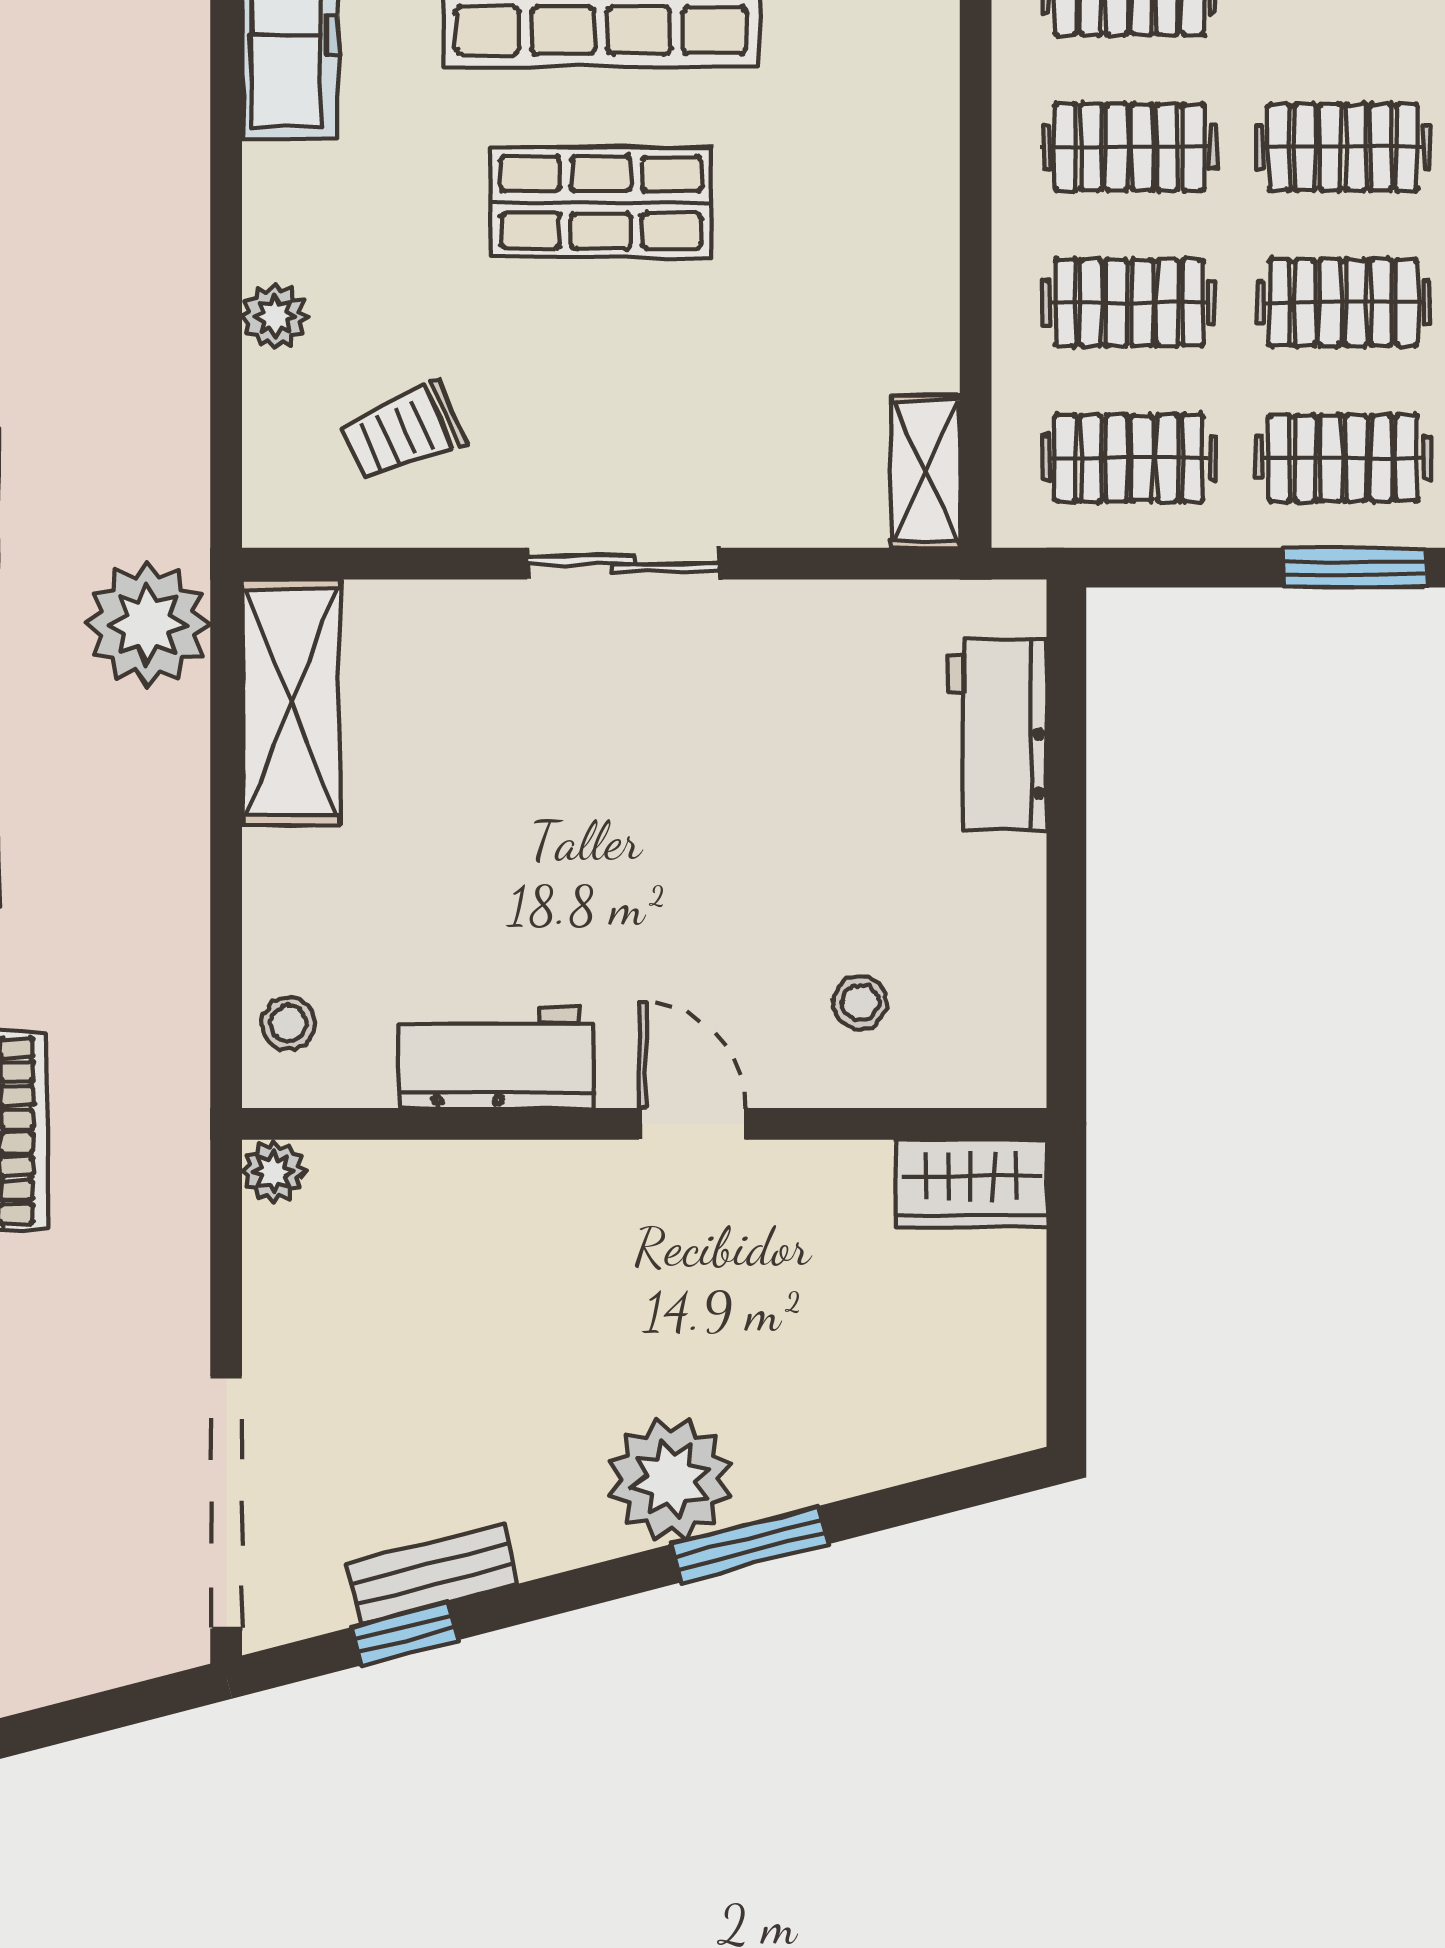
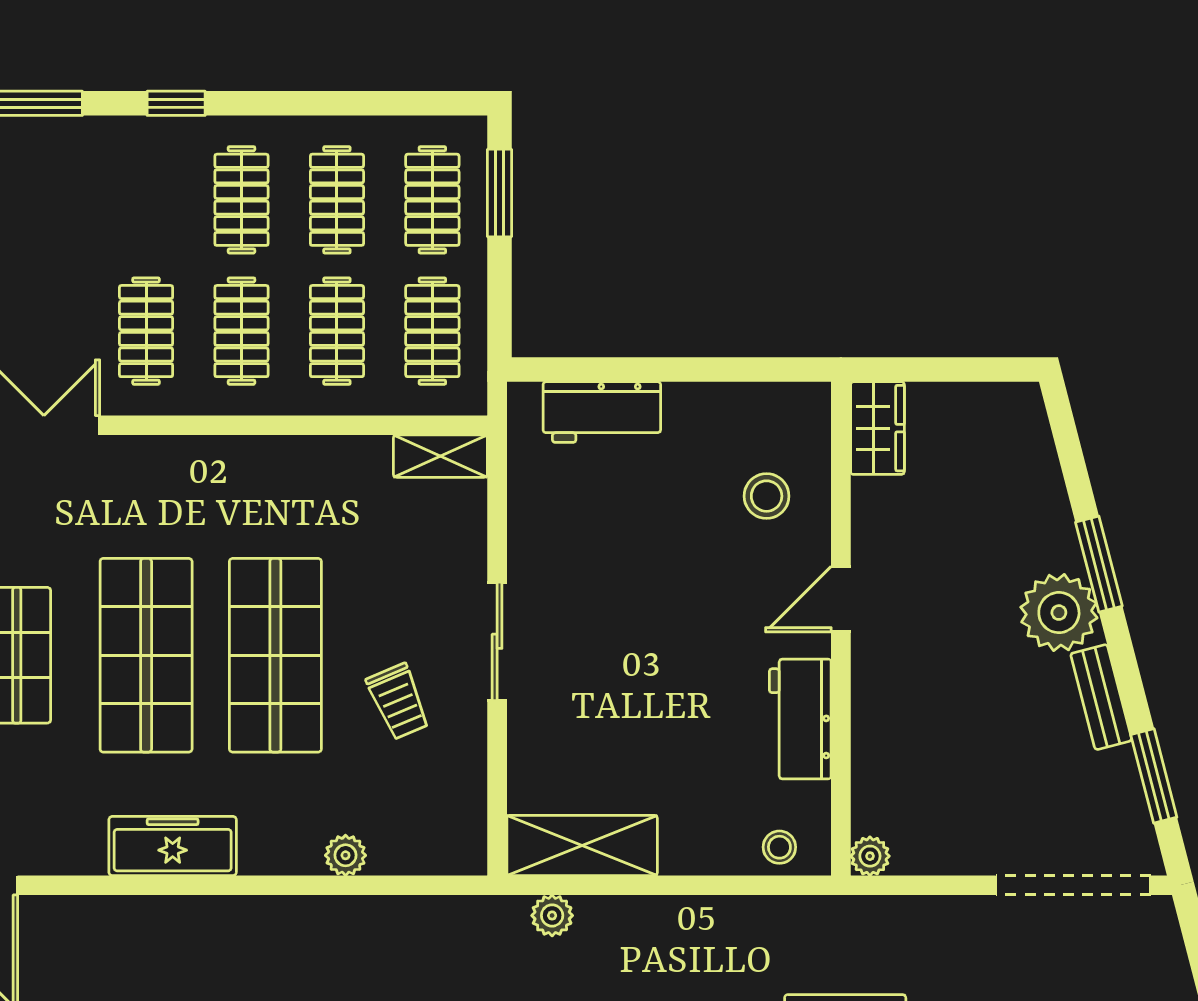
shop shelf: (601, 202) -> (275, 655), width x1.43, depth x1.36
trolley: (403, 432) -> (398, 702), moved
plant: (148, 624) -> (552, 915), width x0.53, depth x0.53
stool: (860, 1003) -> (767, 496), width x1.37, depth x1.37
bench: (432, 1574) -> (1101, 697), moved
window: (404, 1634) -> (1154, 776), width x1.50

